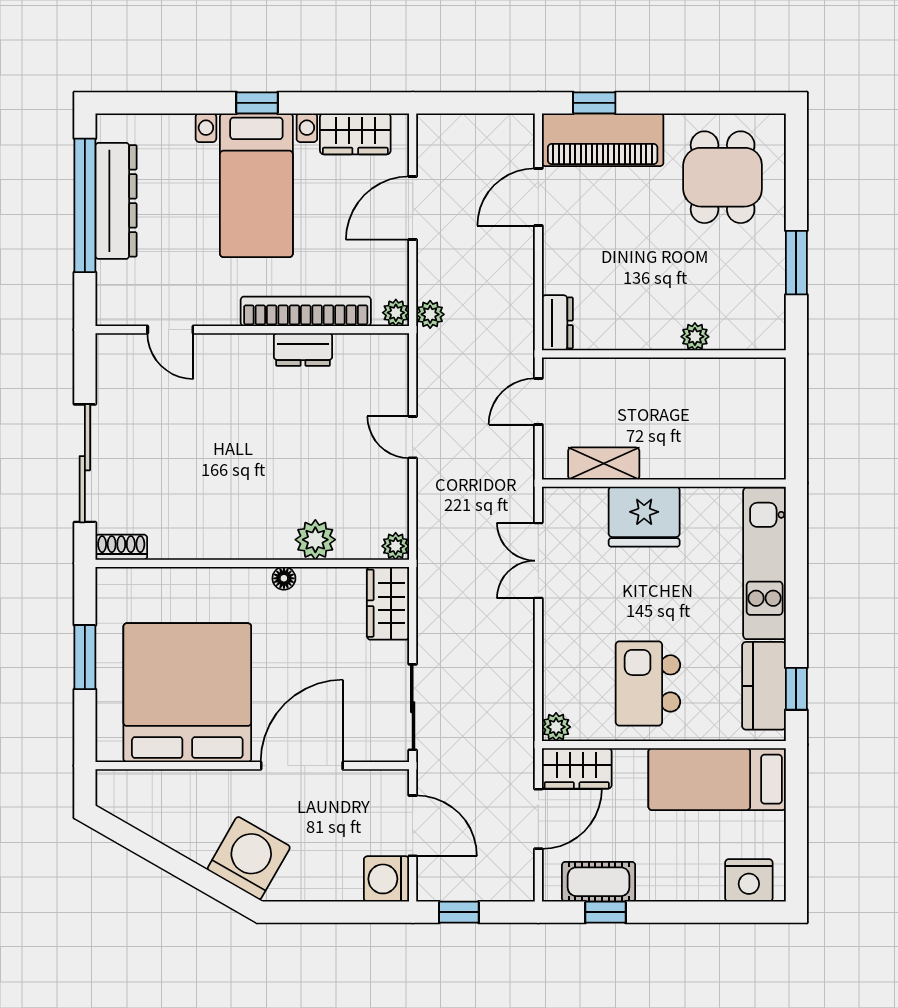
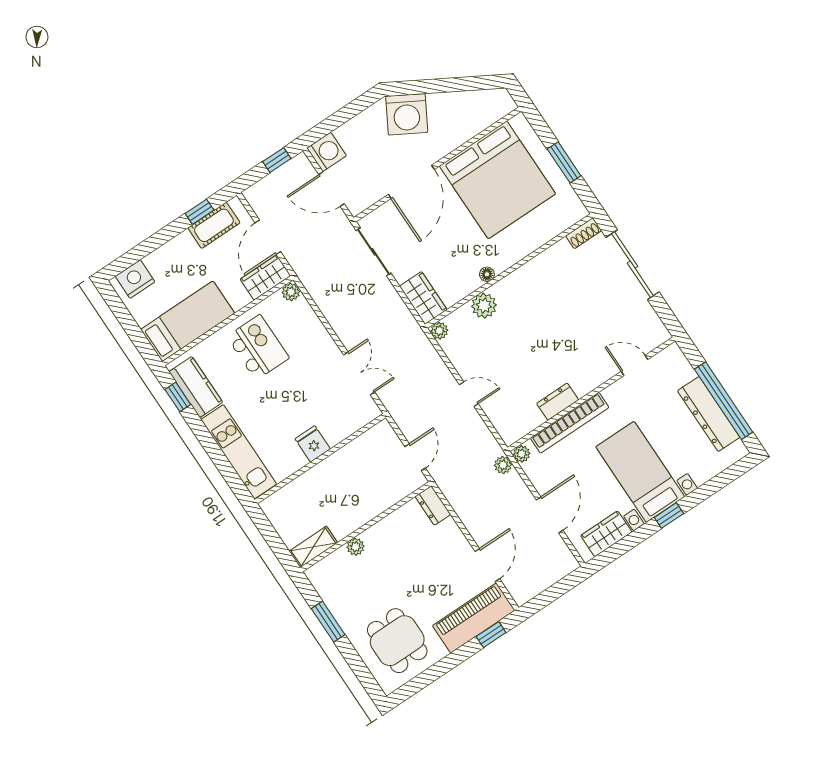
shelving: (604, 464) -> (313, 547), moved
fridge: (644, 517) -> (313, 444), width x0.53, depth x0.75

